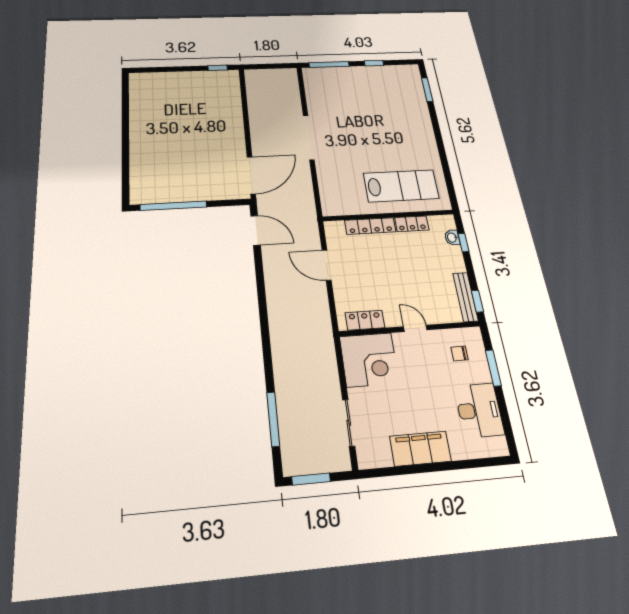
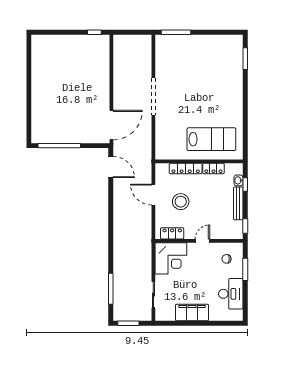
window: (374, 63) -> (210, 32), removed
stool: (371, 272) -> (181, 202), added
bench: (465, 297) -> (238, 203), moved
door: (415, 328) -> (202, 241), hinge flipped

